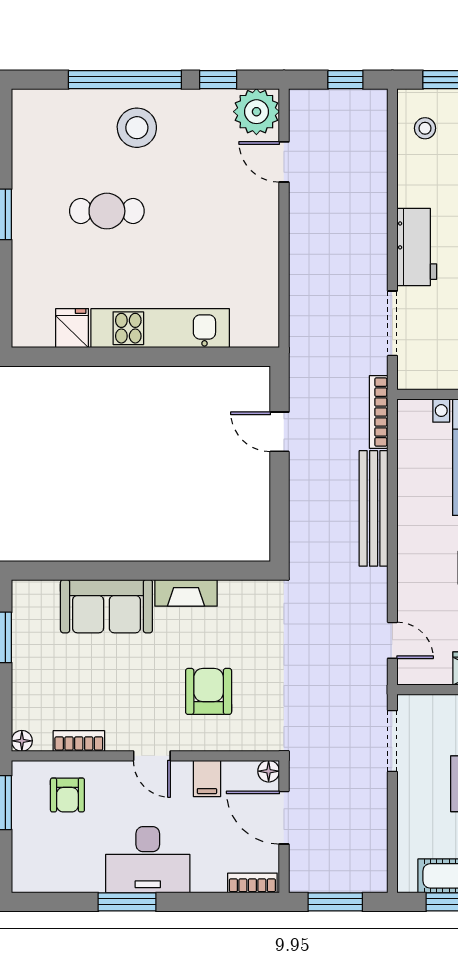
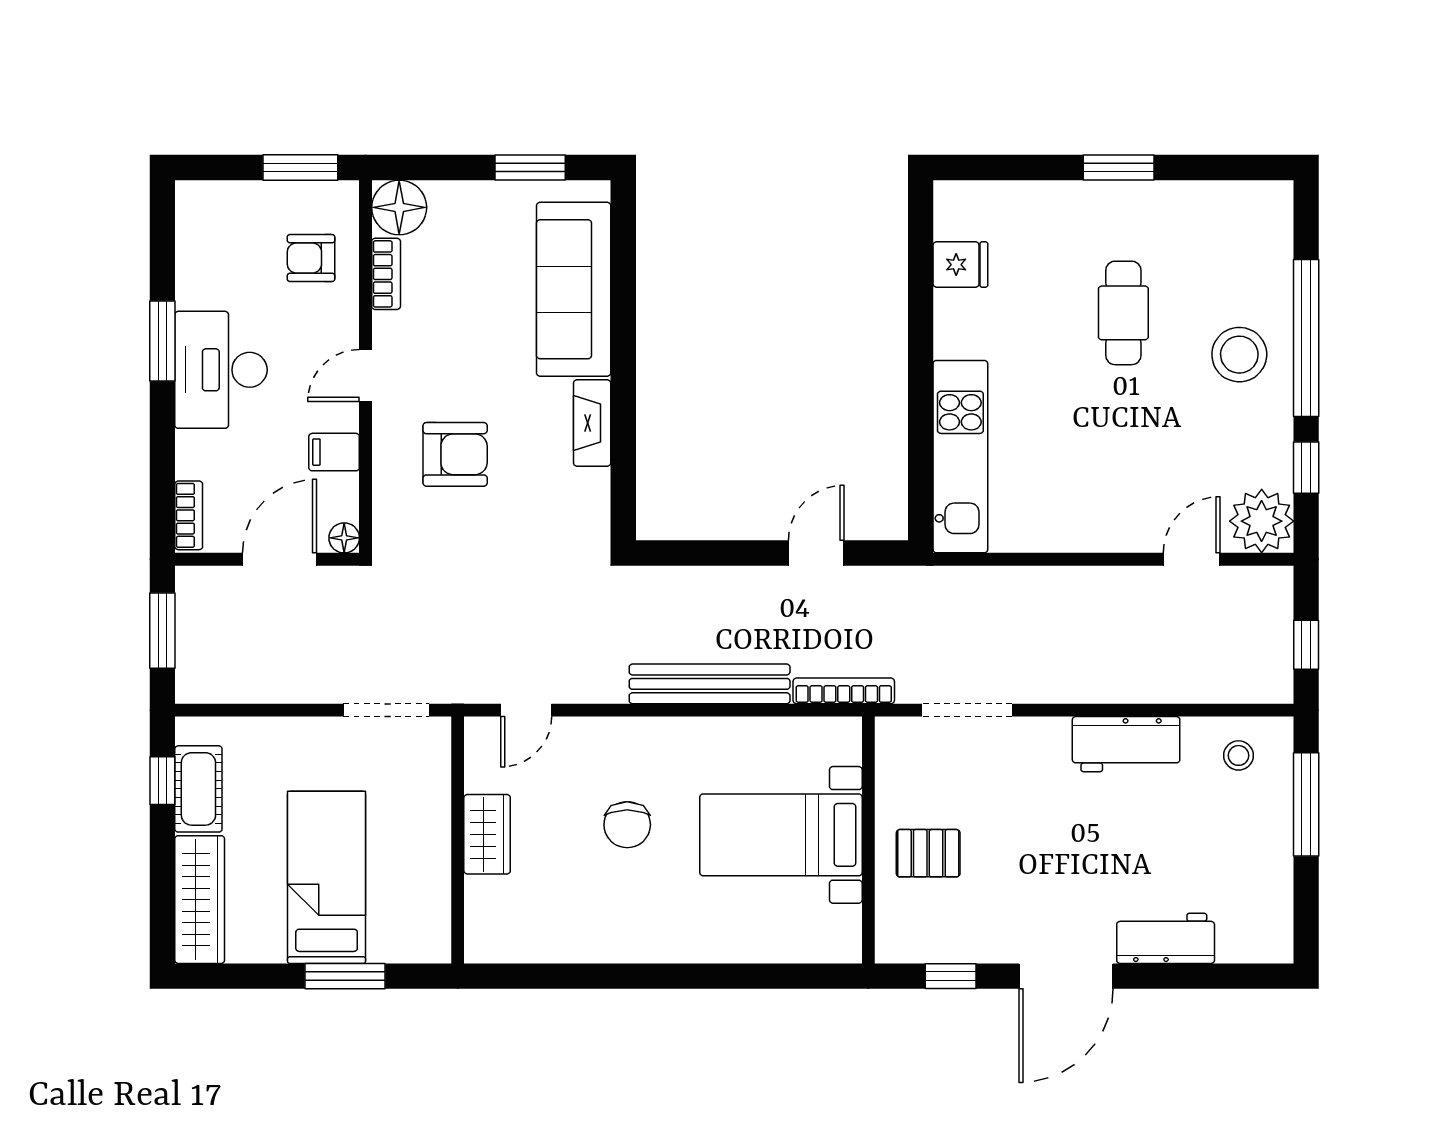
workbench: (417, 247) -> (1126, 744), moved
kitchen unit: (160, 328) -> (960, 457), moved
sofa: (106, 606) -> (574, 289), width x1.36
floor lamp: (22, 741) -> (399, 207), width x1.89, depth x1.89

